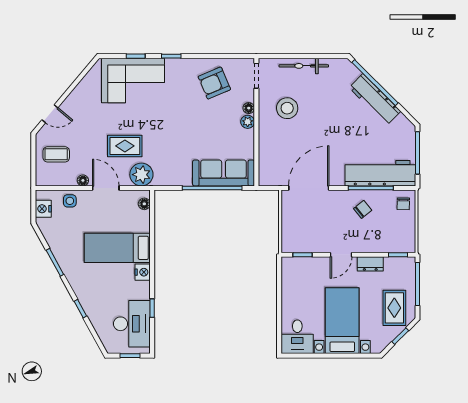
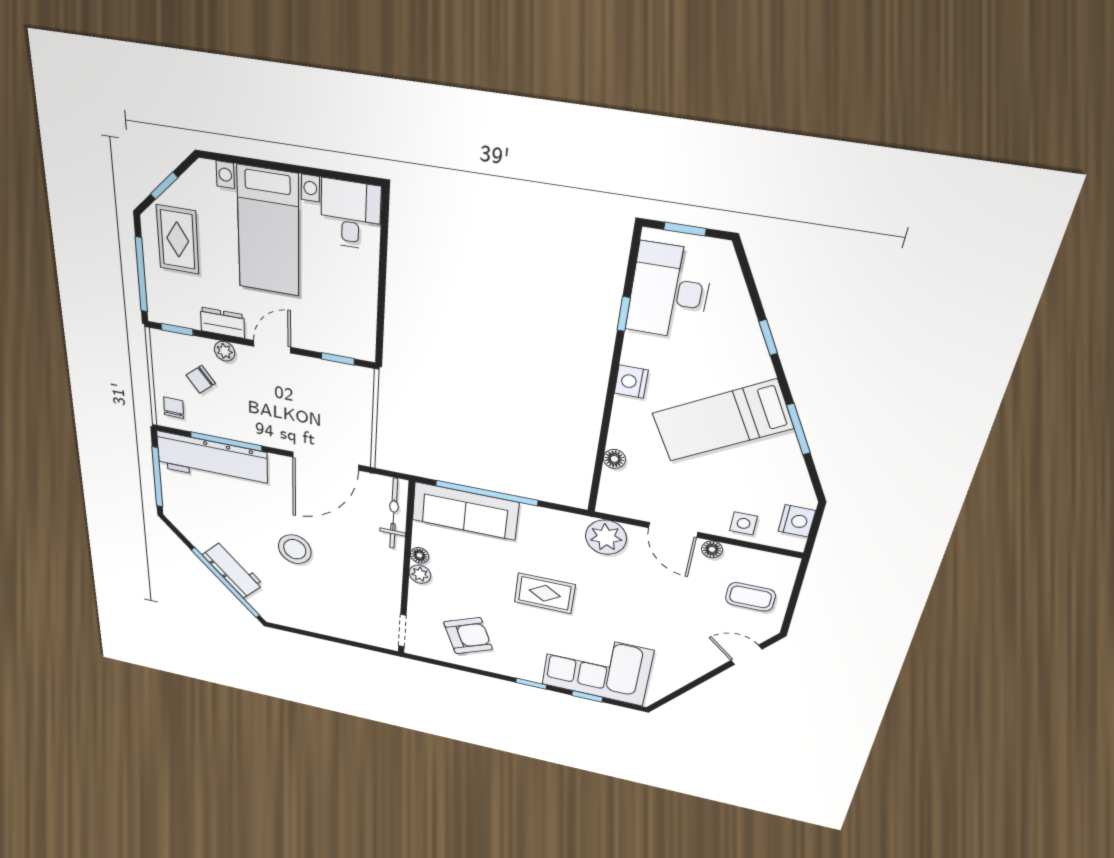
bicycle: (304, 66) -> (394, 514), moved, turned -90
workbench: (375, 100) -> (233, 570), width x0.73
floor lamp: (249, 108) -> (419, 555), moved
stool: (287, 108) -> (295, 549), moved
rug: (125, 146) -> (545, 593), moved
floor lamp: (144, 204) -> (614, 459), moved
chair: (363, 209) -> (201, 379), moved
plant: (370, 247) -> (225, 351), added
bed: (117, 248) -> (722, 421), moved, turned 151

